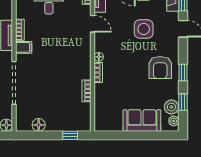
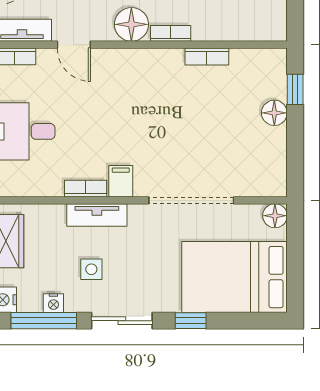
door: (93, 24) -> (74, 45), swing flipped
floor lamp: (99, 57) -> (131, 24), width x1.89, depth x1.89
floor lamp: (39, 125) -> (274, 113), moved

